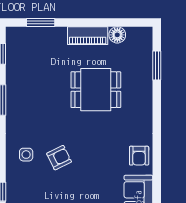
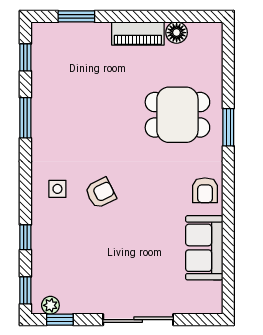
window: (157, 66) -> (228, 127), moved
dining table: (96, 90) -> (177, 115), moved

